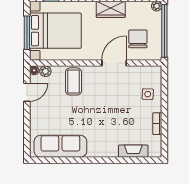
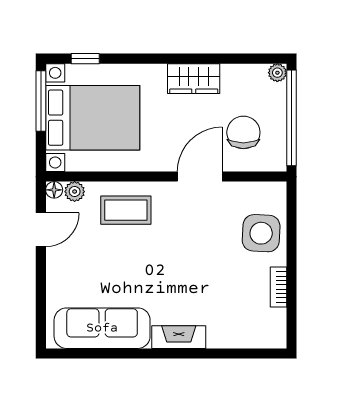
window: (27, 33) -> (41, 101), moved
coffee table: (74, 81) -> (126, 210), turned 90
side table: (148, 94) -> (261, 233), width x1.87, depth x1.87
fireplace: (133, 151) -> (179, 337), moved

